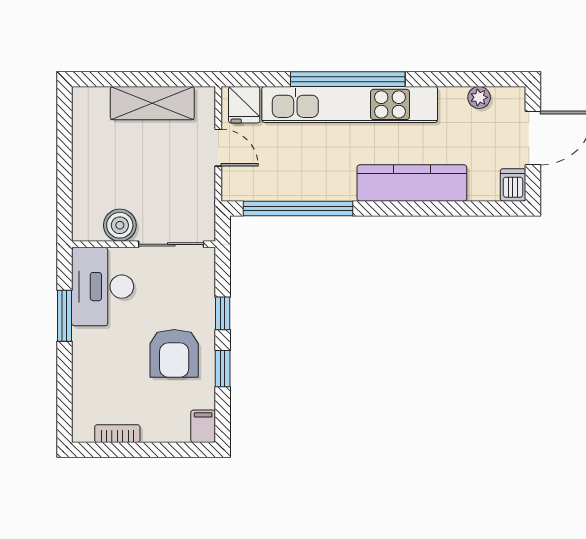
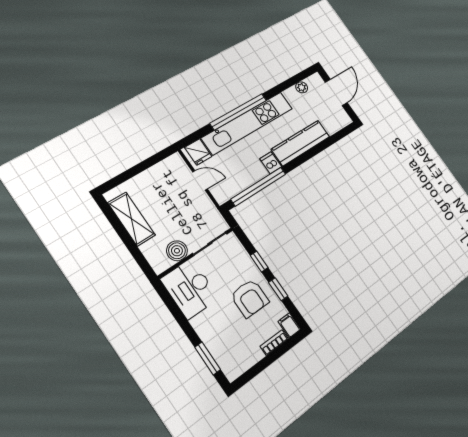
shelving: (152, 103) -> (132, 219), moved, turned 90
dishwasher: (513, 185) -> (271, 163), moved
window: (65, 316) -> (208, 358), moved
bookcase: (117, 434) -> (274, 343), moved

